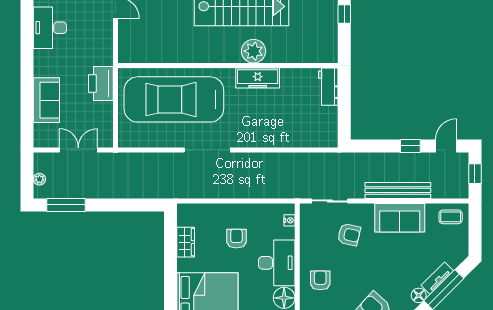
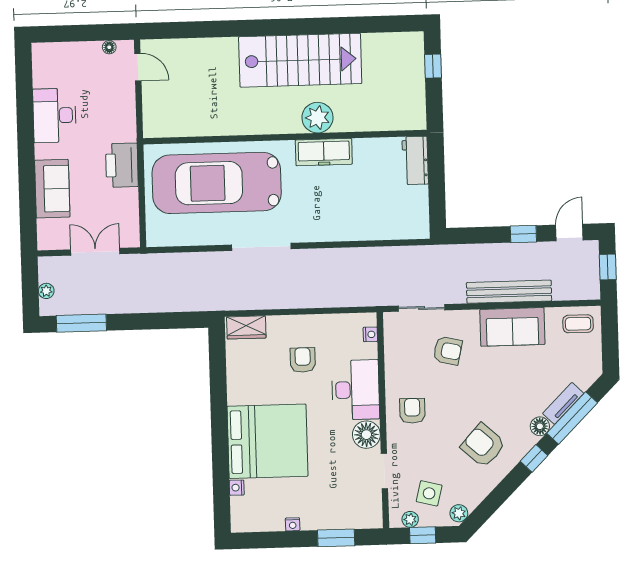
desk: (50, 28) -> (54, 115), moved
wardrobe: (186, 242) -> (246, 327), moved, turned 90

